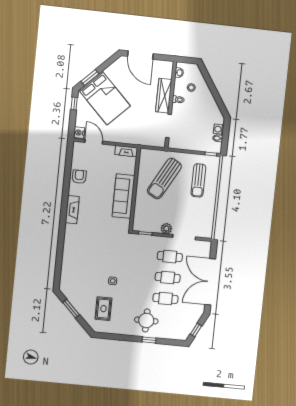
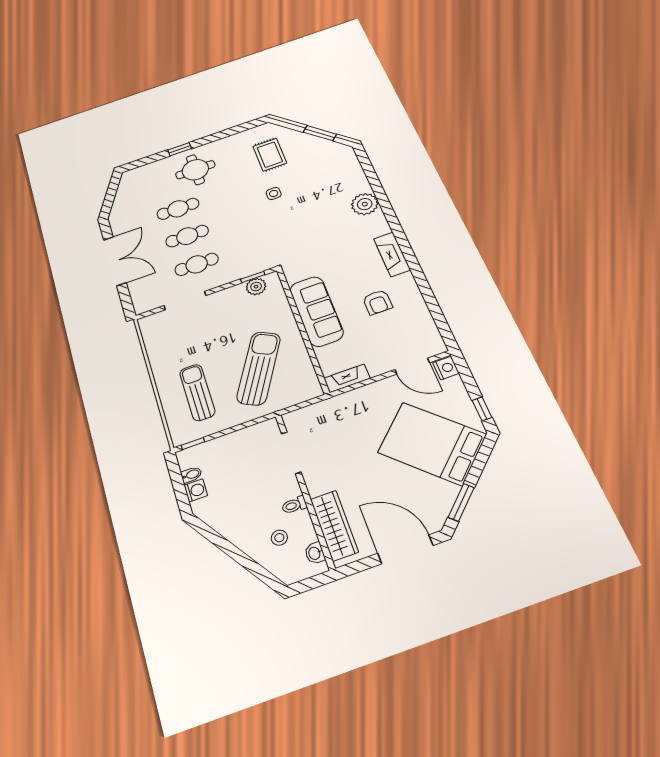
window: (90, 78) -> (461, 502), moved
wardrobe: (164, 96) -> (334, 525), moved
armchair: (79, 177) -> (377, 302), moved
plant: (166, 229) -> (256, 287), moved
plant: (71, 248) -> (365, 204), added
double door: (210, 282) -> (115, 261), width x0.73
window: (196, 330) -> (111, 192), removed

